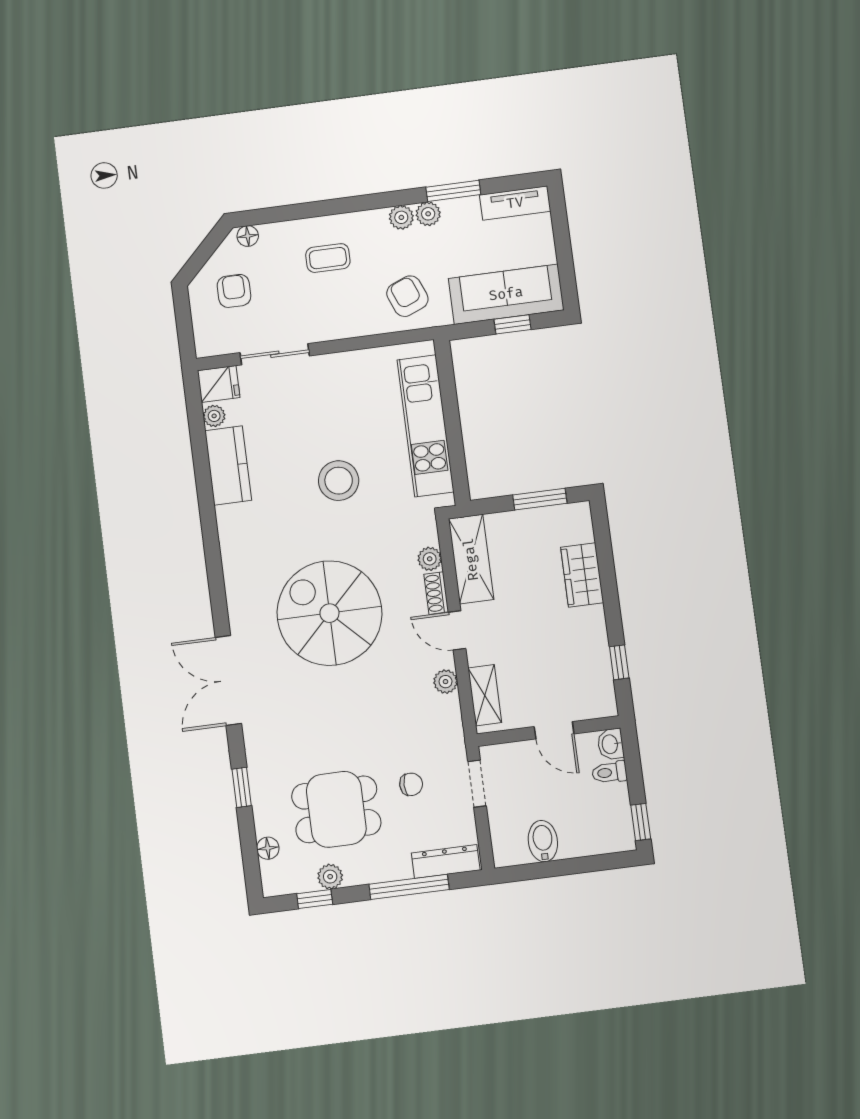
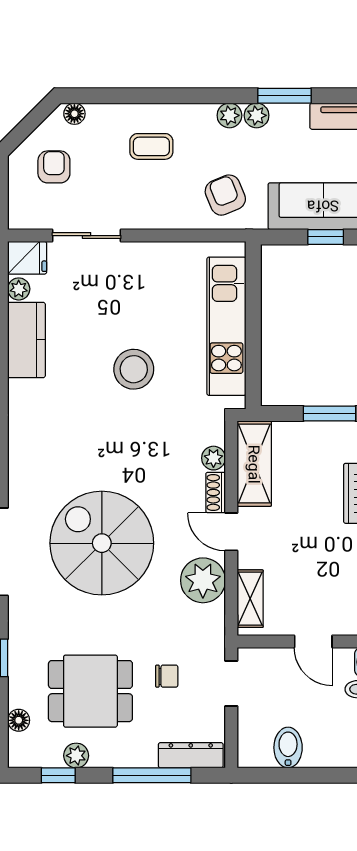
spiral stairs: (329, 613) -> (102, 543), moved
plant: (446, 682) -> (203, 580), width x1.88, depth x1.88

